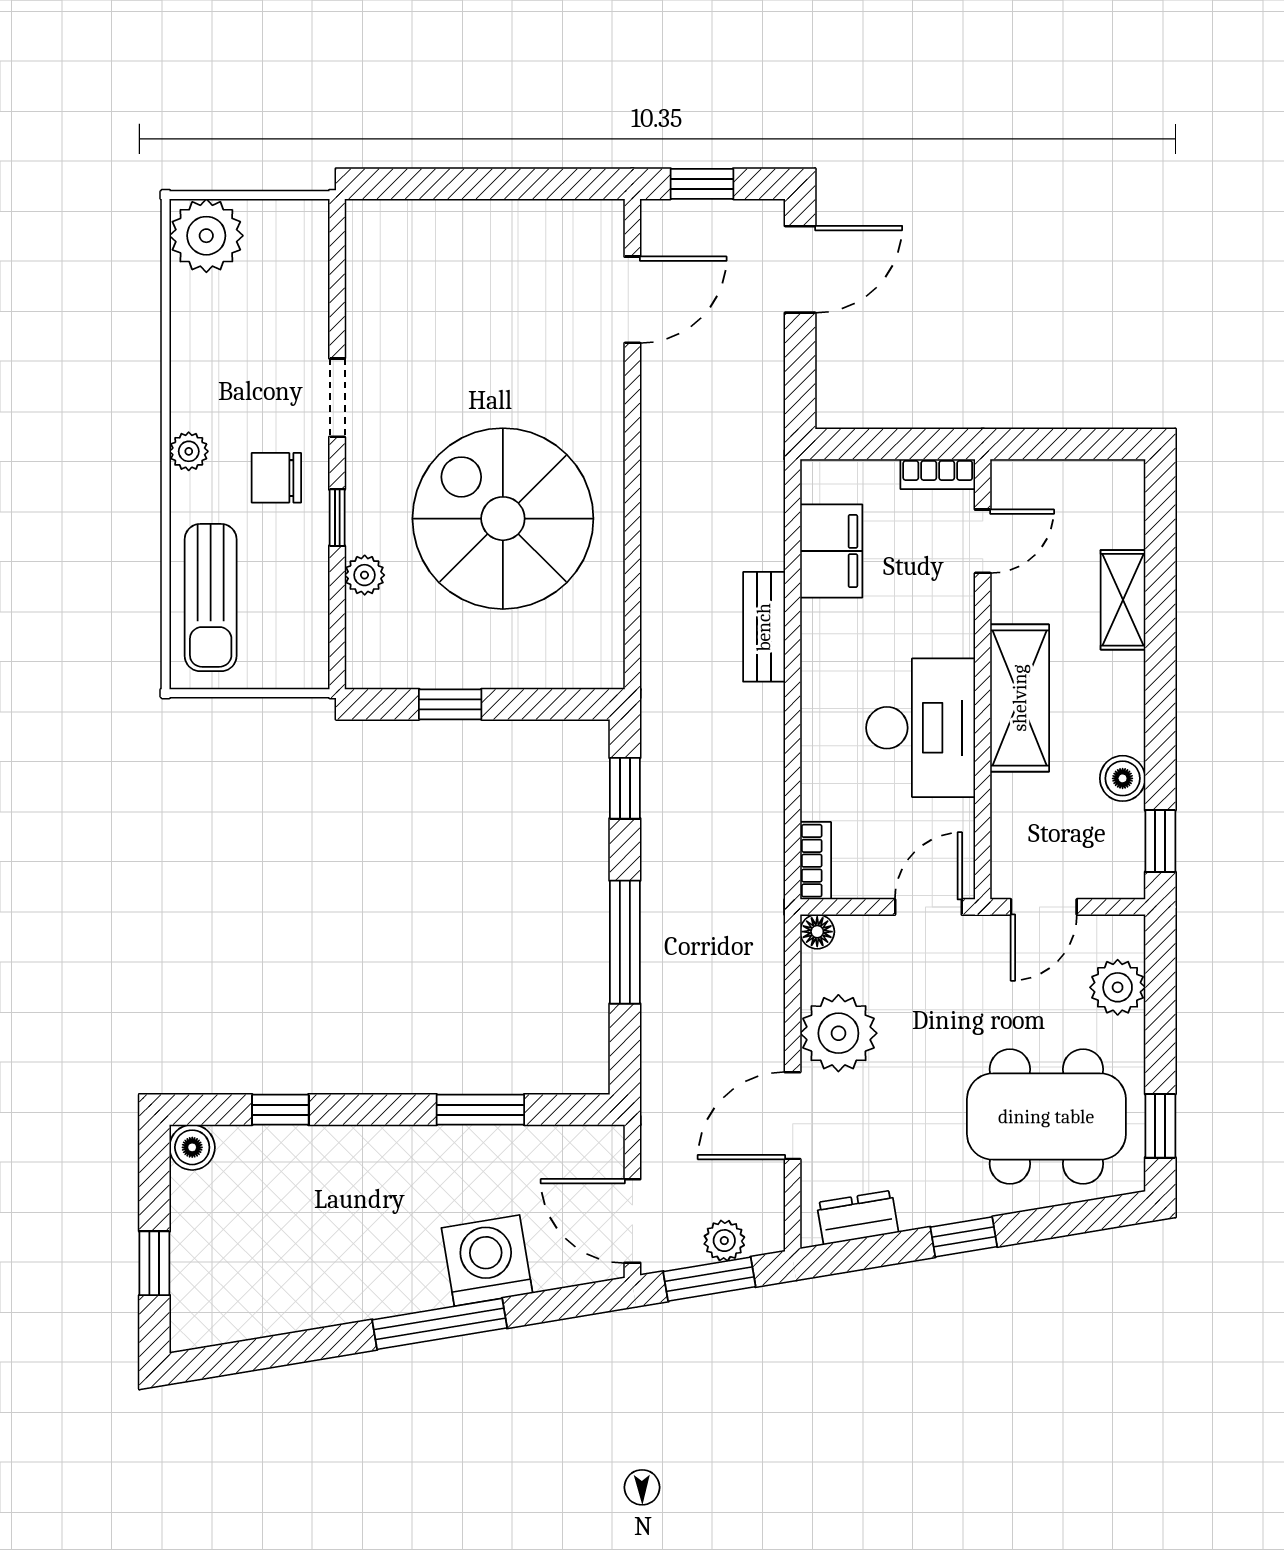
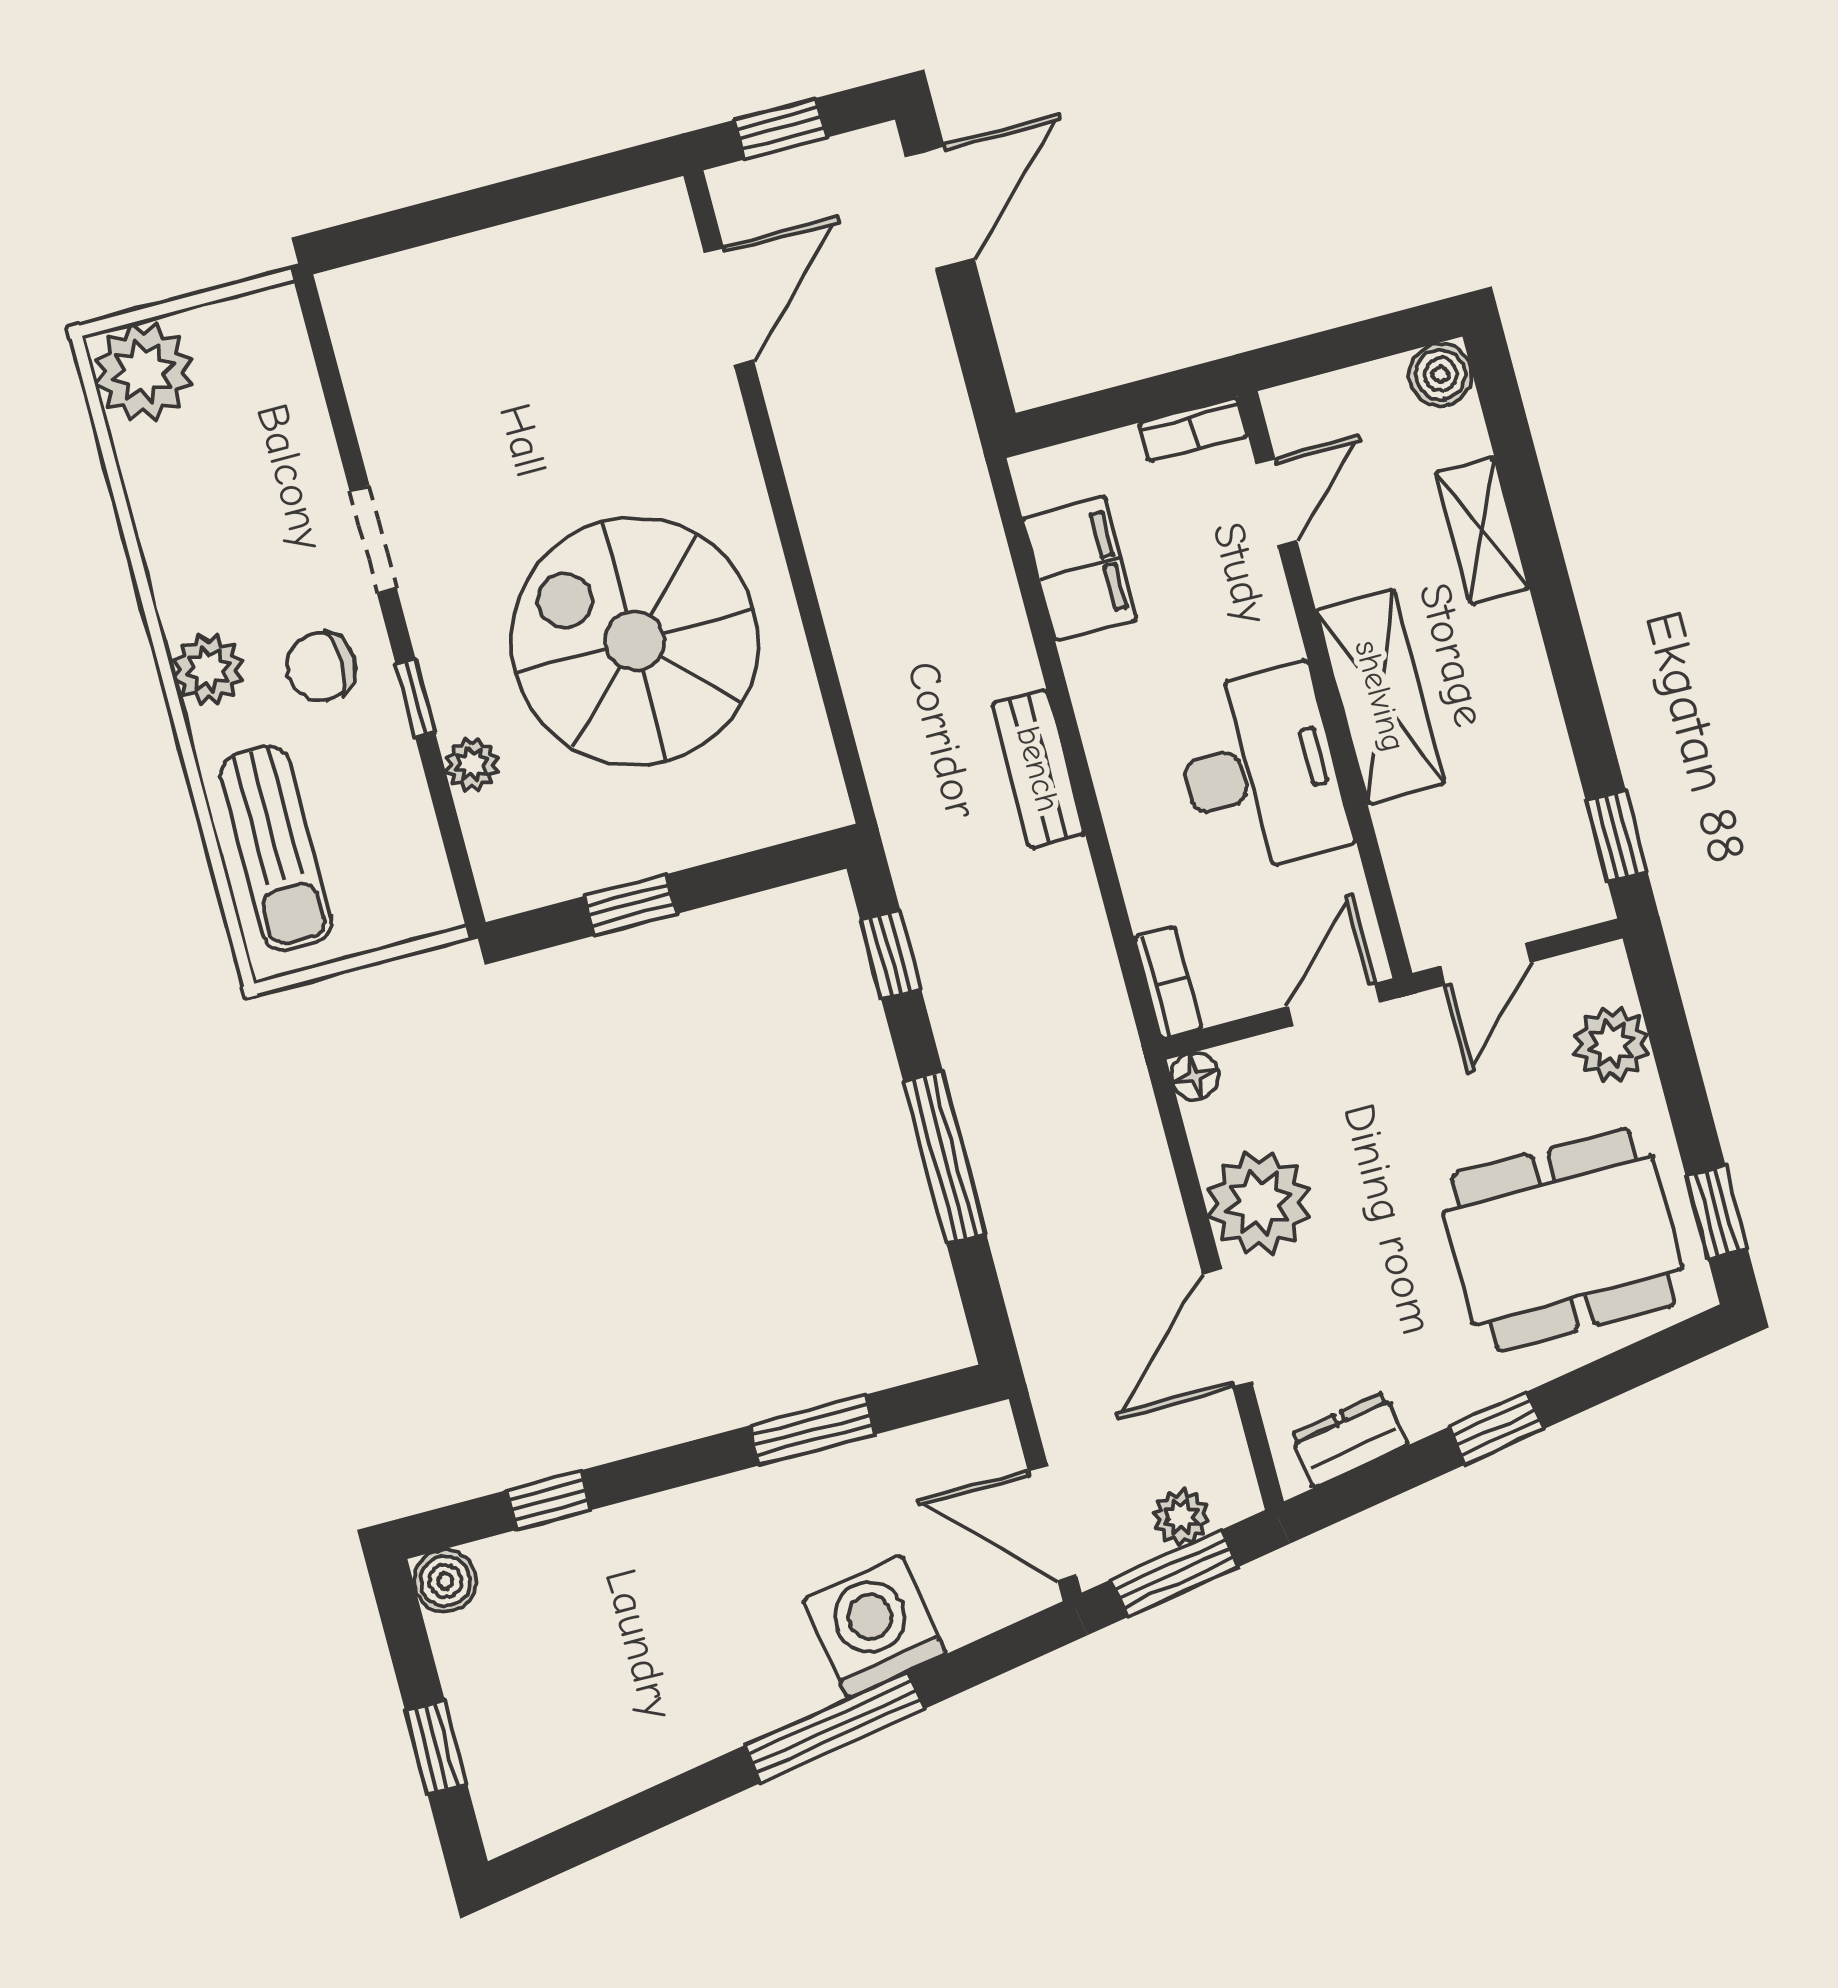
plant: (189, 451) -> (208, 670), width x1.38, depth x1.38
bench: (764, 627) -> (1038, 769), moved
boiler: (1123, 778) -> (1440, 375), moved

